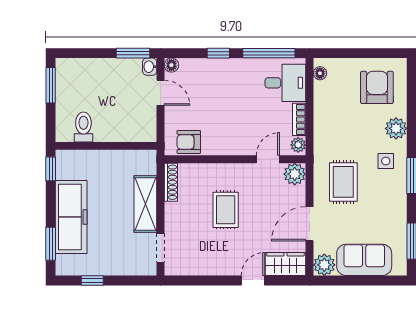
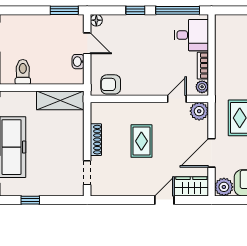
washbasin: (150, 67) -> (78, 62), moved
floor lamp: (320, 73) -> (220, 27), removed
shoe rack: (171, 182) -> (96, 140), moved
shelving: (145, 204) -> (60, 100), moved, turned 90

